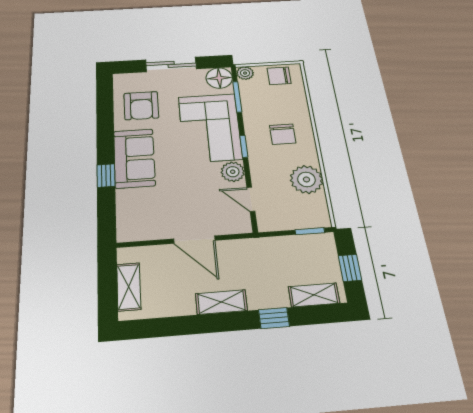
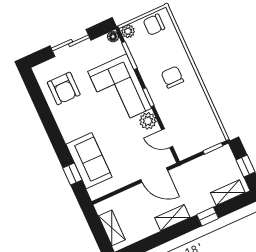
floor lamp: (219, 78) -> (113, 37), width x0.53, depth x0.53
chair: (283, 134) -> (172, 77), turned 180
sofa: (134, 158) -> (89, 161), moved
window: (106, 175) -> (72, 174), moved
plant: (306, 179) -> (200, 109), removed
door: (194, 240) -> (154, 175), moved

